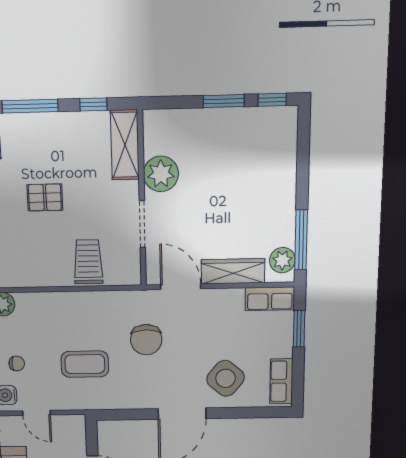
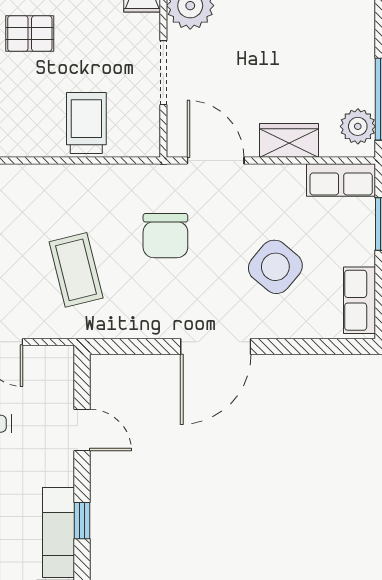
wardrobe: (233, 271) -> (289, 140), width x0.67
coffee table: (85, 364) -> (76, 270), turned 76
side table: (226, 378) -> (275, 267), moved

